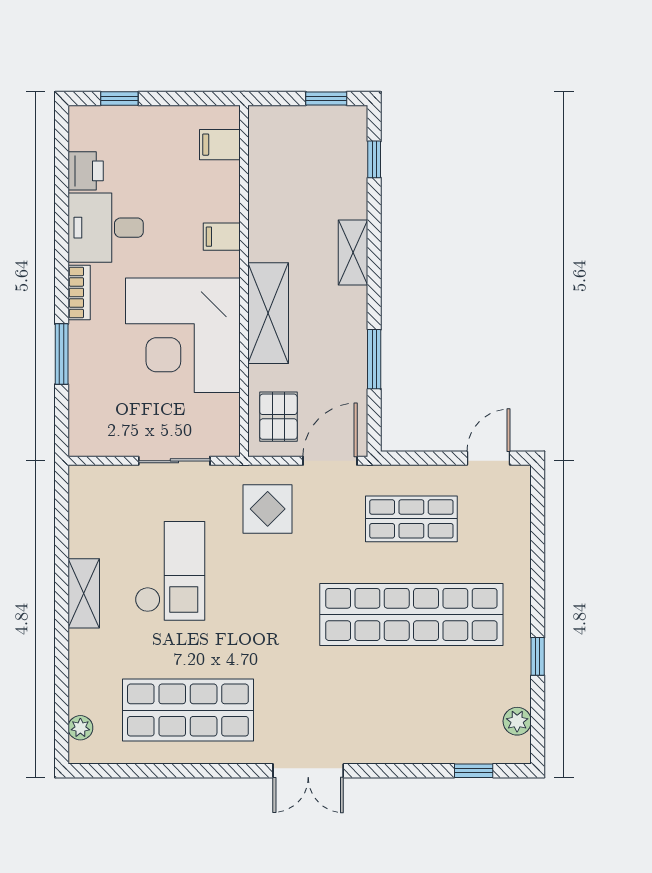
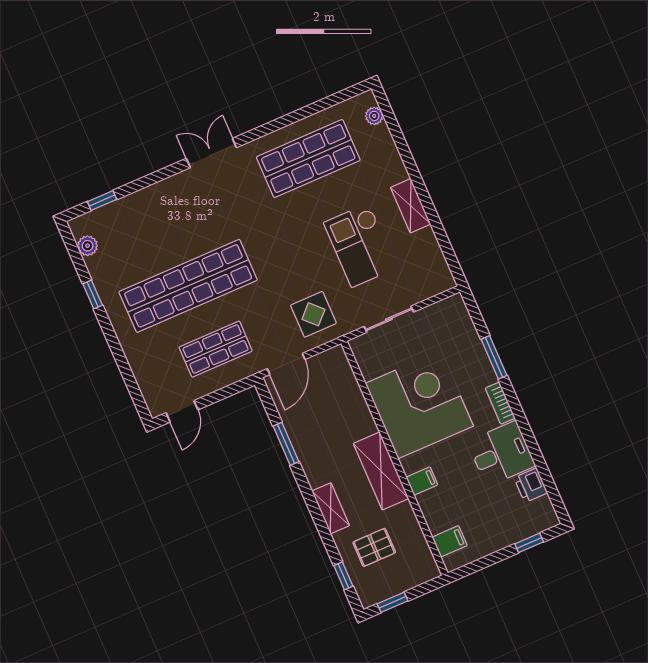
shelving: (268, 313) -> (381, 471), moved
pallet: (278, 417) -> (374, 547), moved, turned 90

